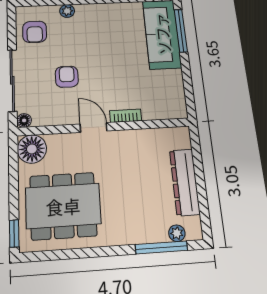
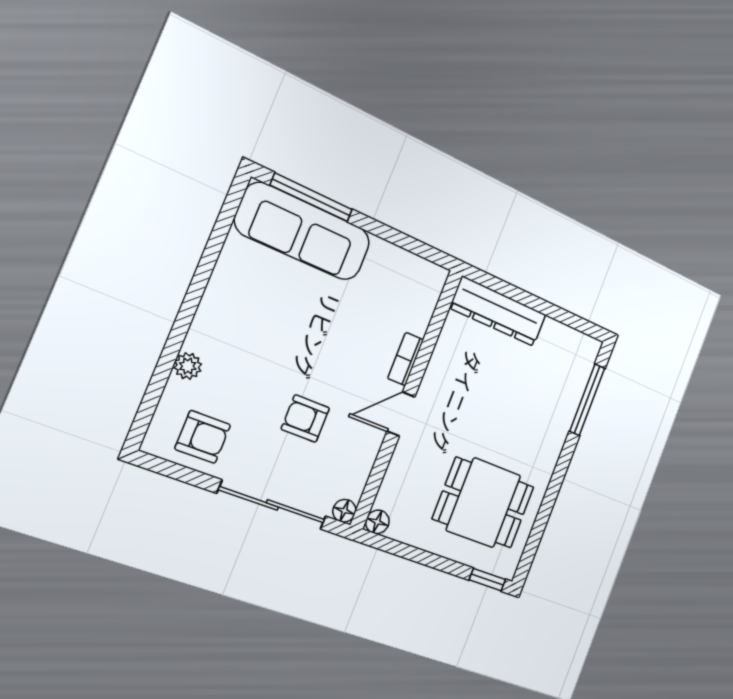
floor lamp: (32, 149) -> (377, 522), width x0.53, depth x0.53
dresser: (185, 182) -> (498, 311), moved
dining table: (63, 206) -> (484, 503), width x0.73
plant: (177, 233) -> (581, 371), removed

